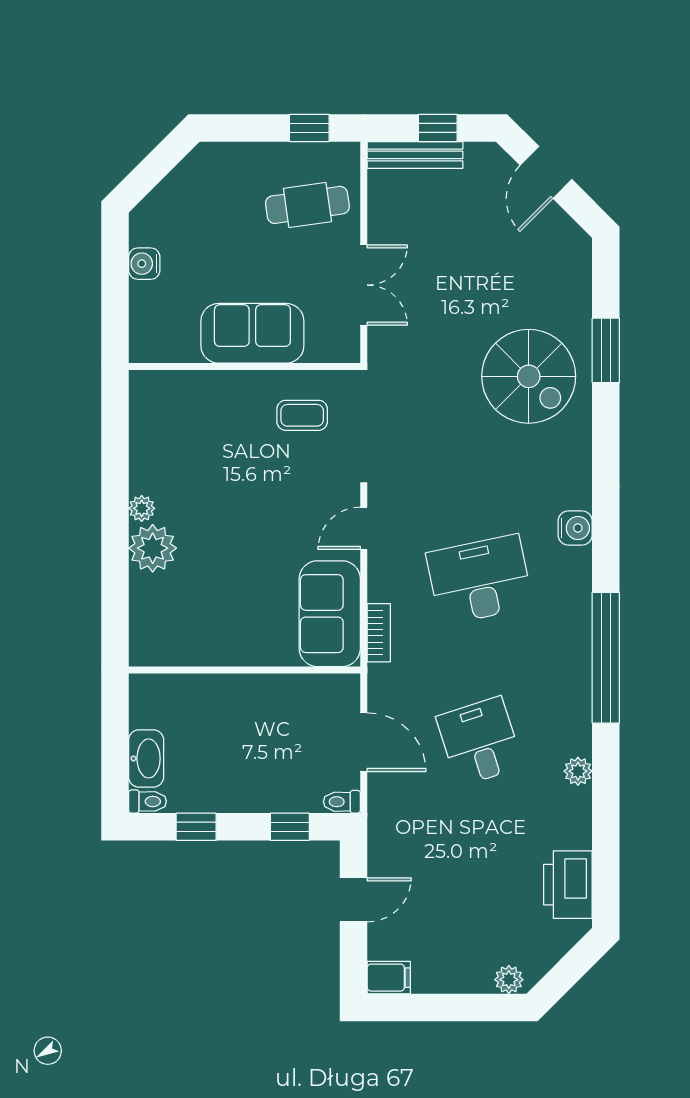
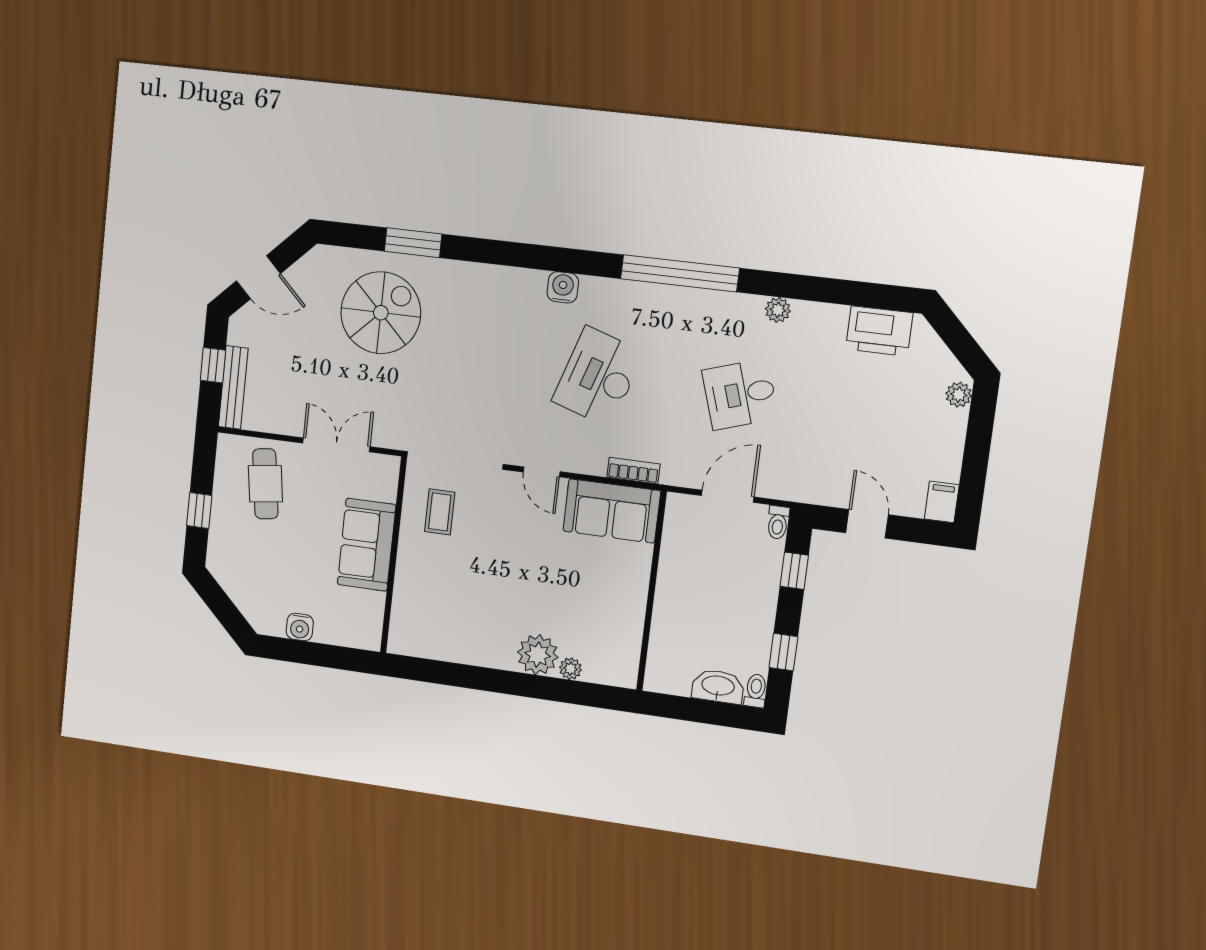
window: (309, 128) -> (199, 510), moved
spiral stairs: (529, 376) -> (381, 313), moved
plant: (142, 508) -> (571, 669), moved
desk: (480, 580) -> (598, 377), turned 30

